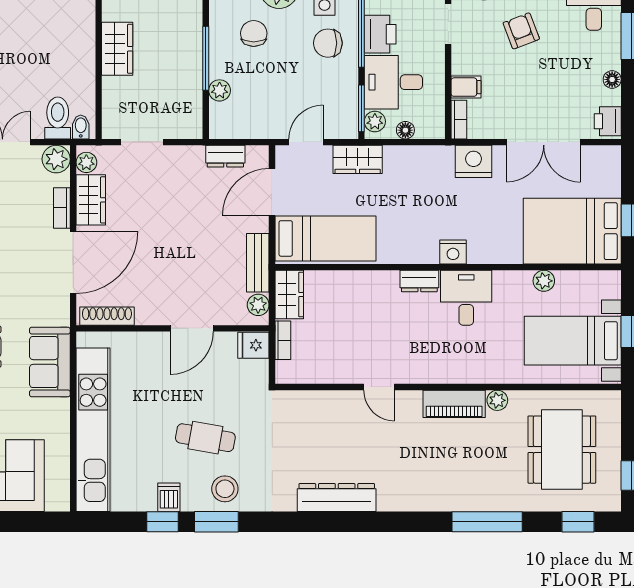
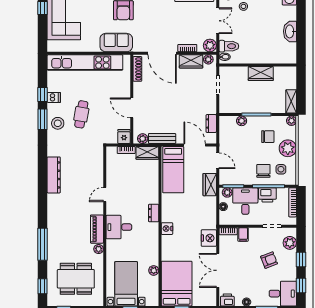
desk: (466, 298) -> (119, 227), moved, turned 180

